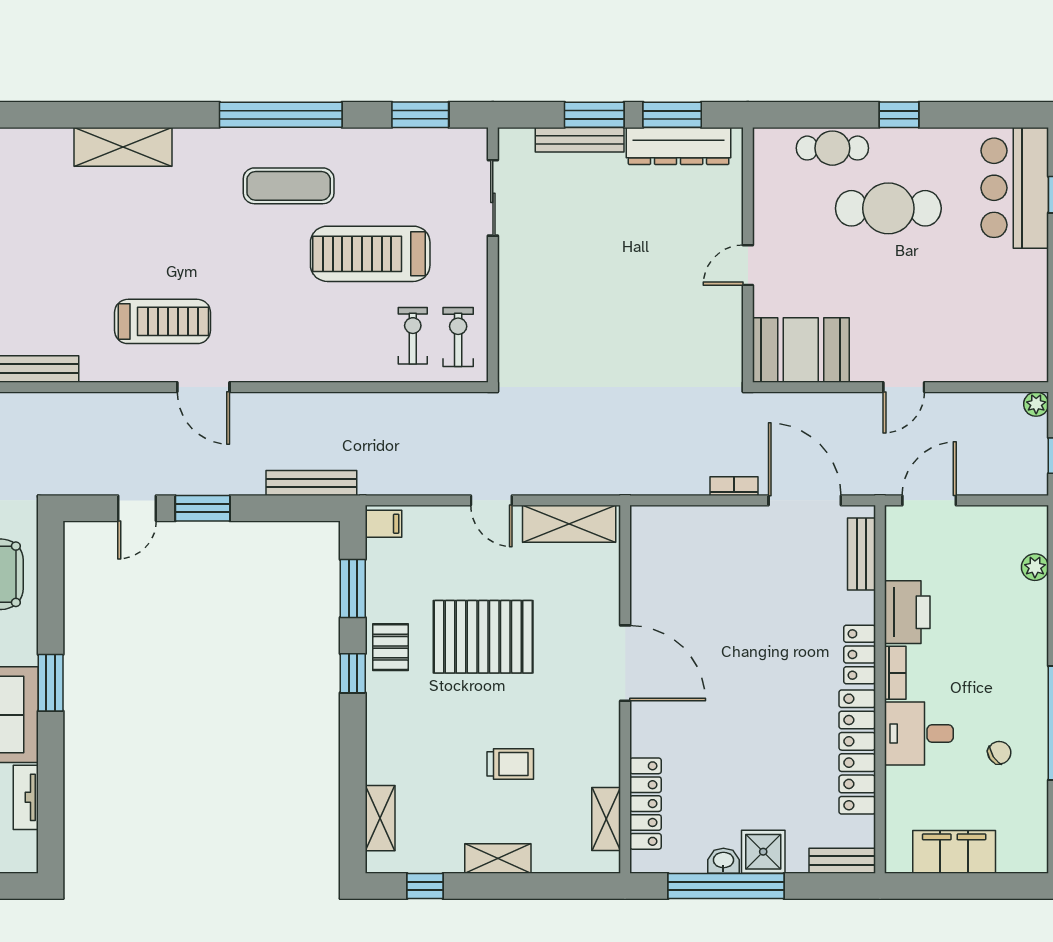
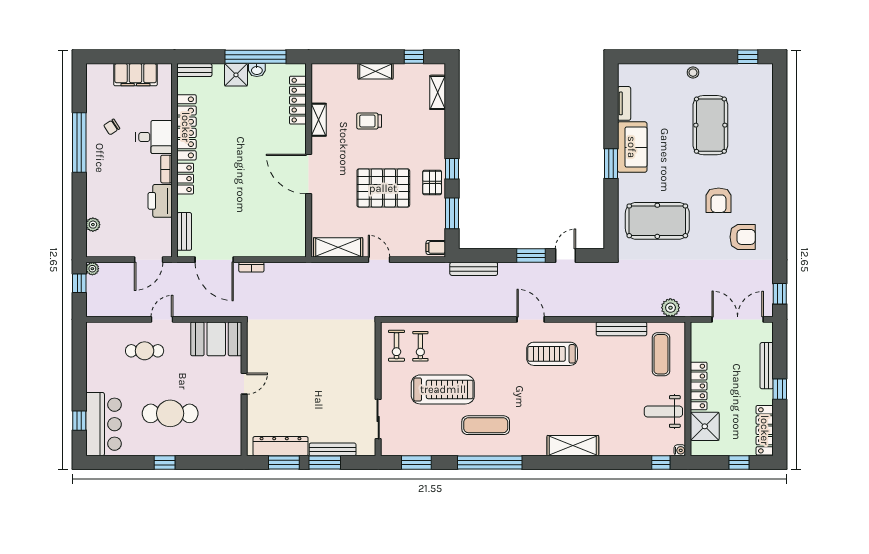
cafe table: (832, 148) -> (145, 351), moved
plant: (1036, 404) -> (92, 269), moved
shelving: (606, 819) -> (319, 120), moved

